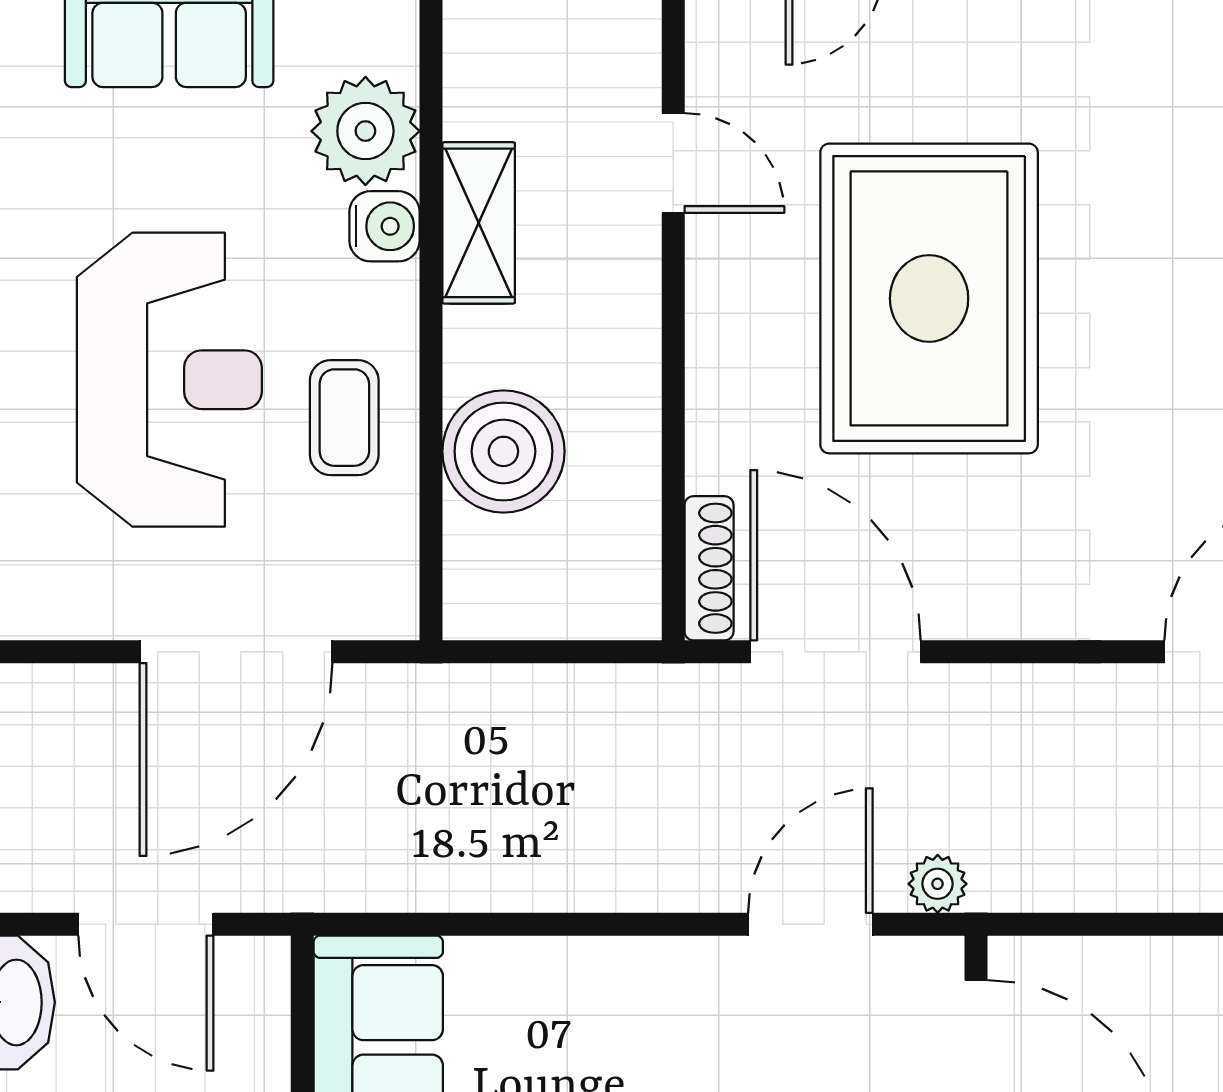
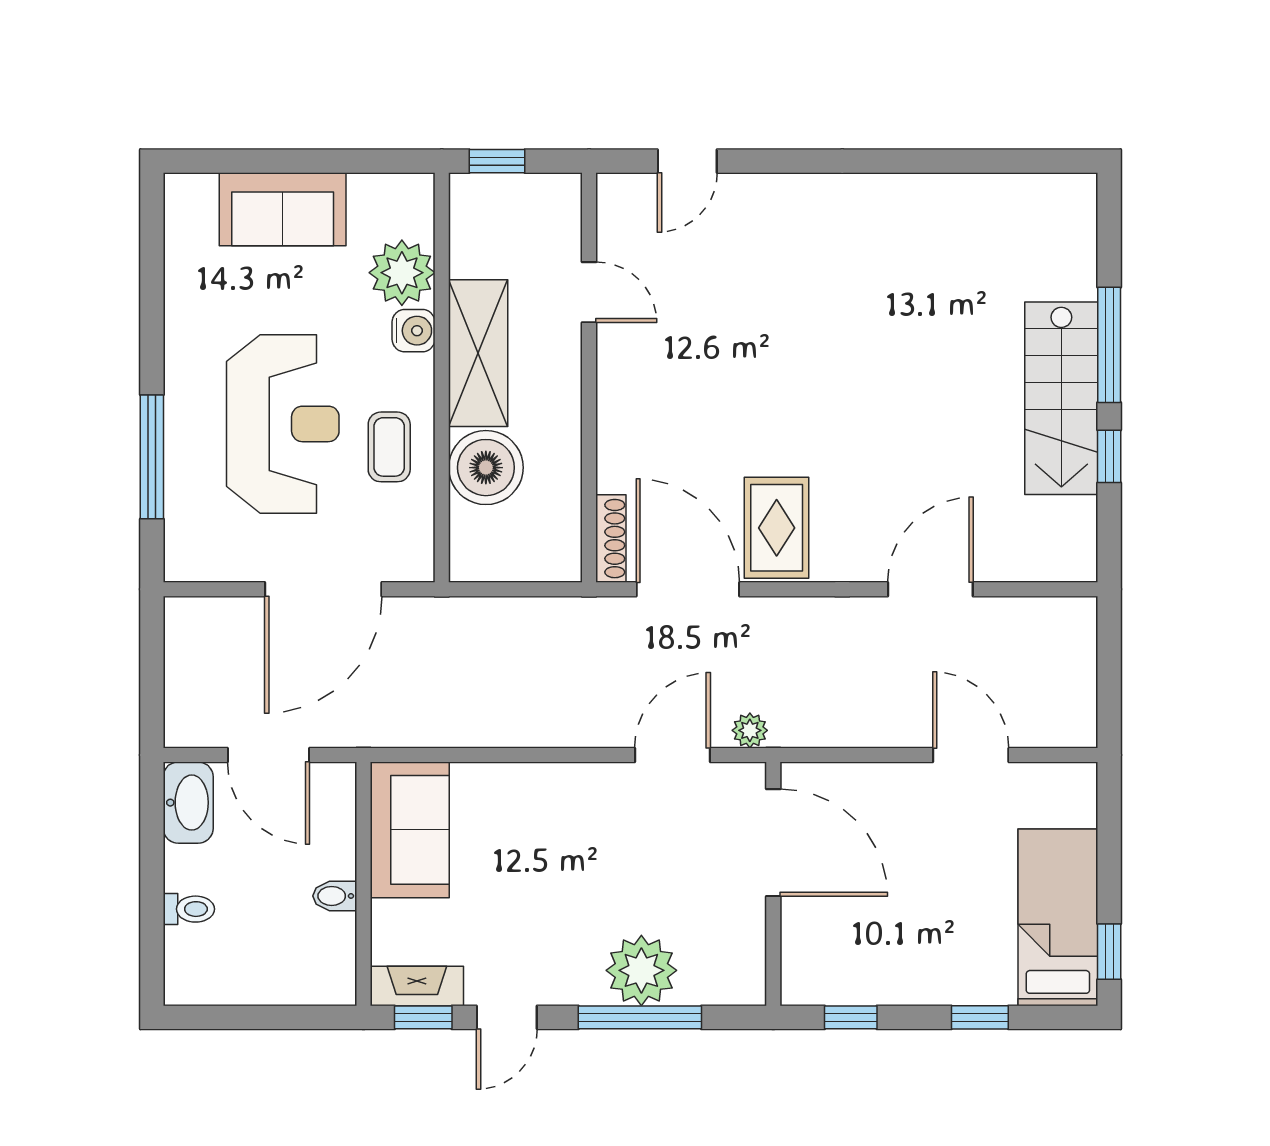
shelving: (479, 223) -> (478, 353), width x1.50, depth x1.33
rug: (929, 298) -> (777, 528), moved, width x0.54, depth x0.49

